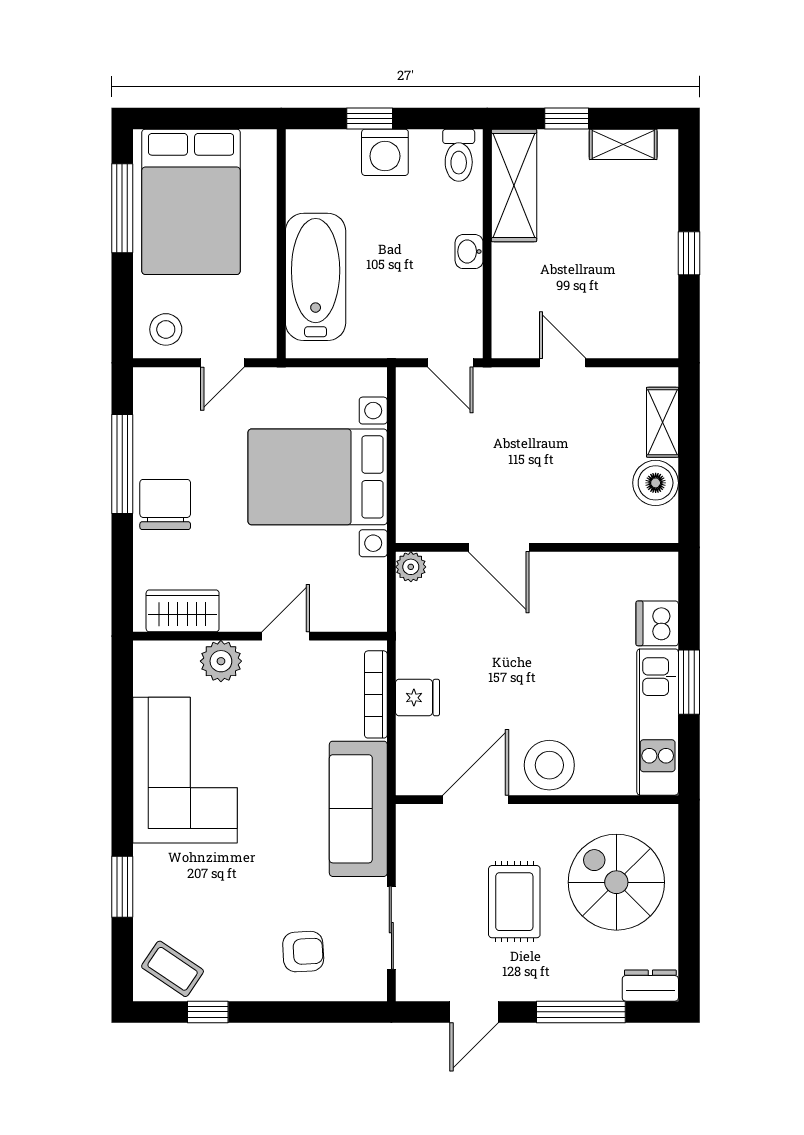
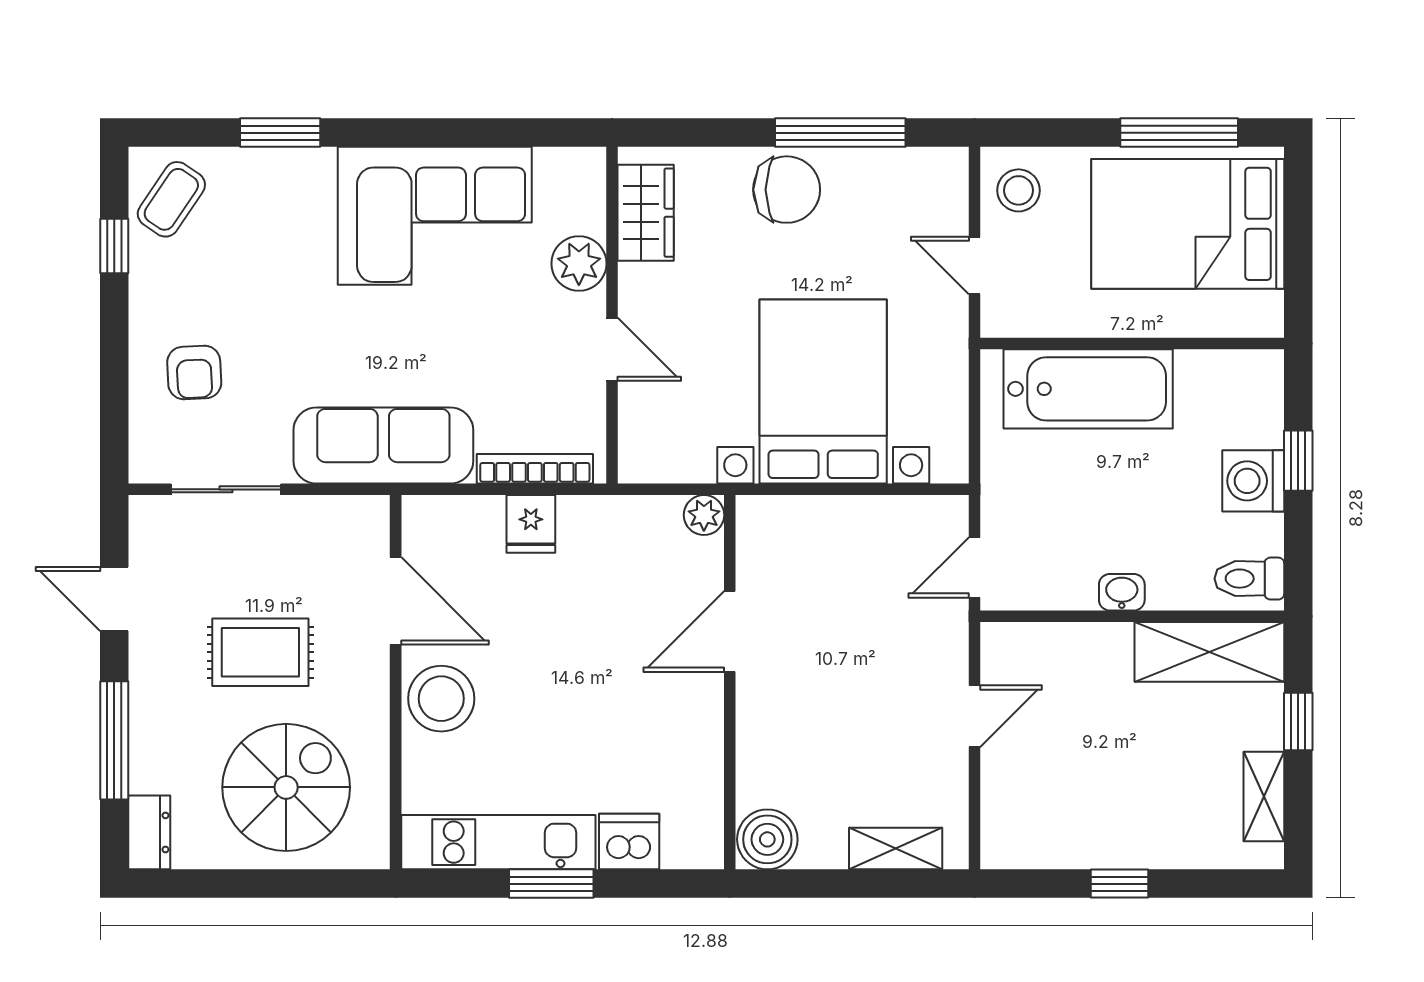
boiler: (656, 483) -> (767, 839), moved

